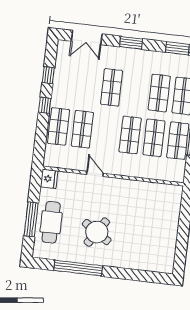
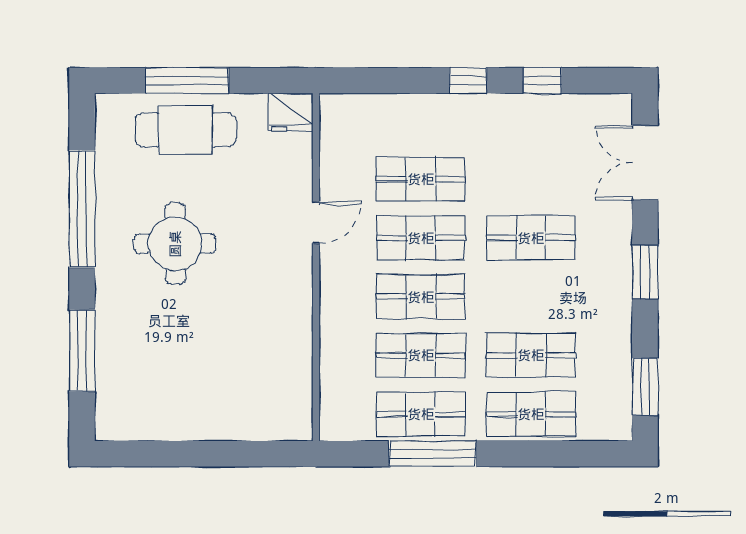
shop shelf: (59, 126) -> (421, 238), moved
round table: (97, 232) -> (175, 244), turned -33
window: (136, 275) -> (82, 351), added

